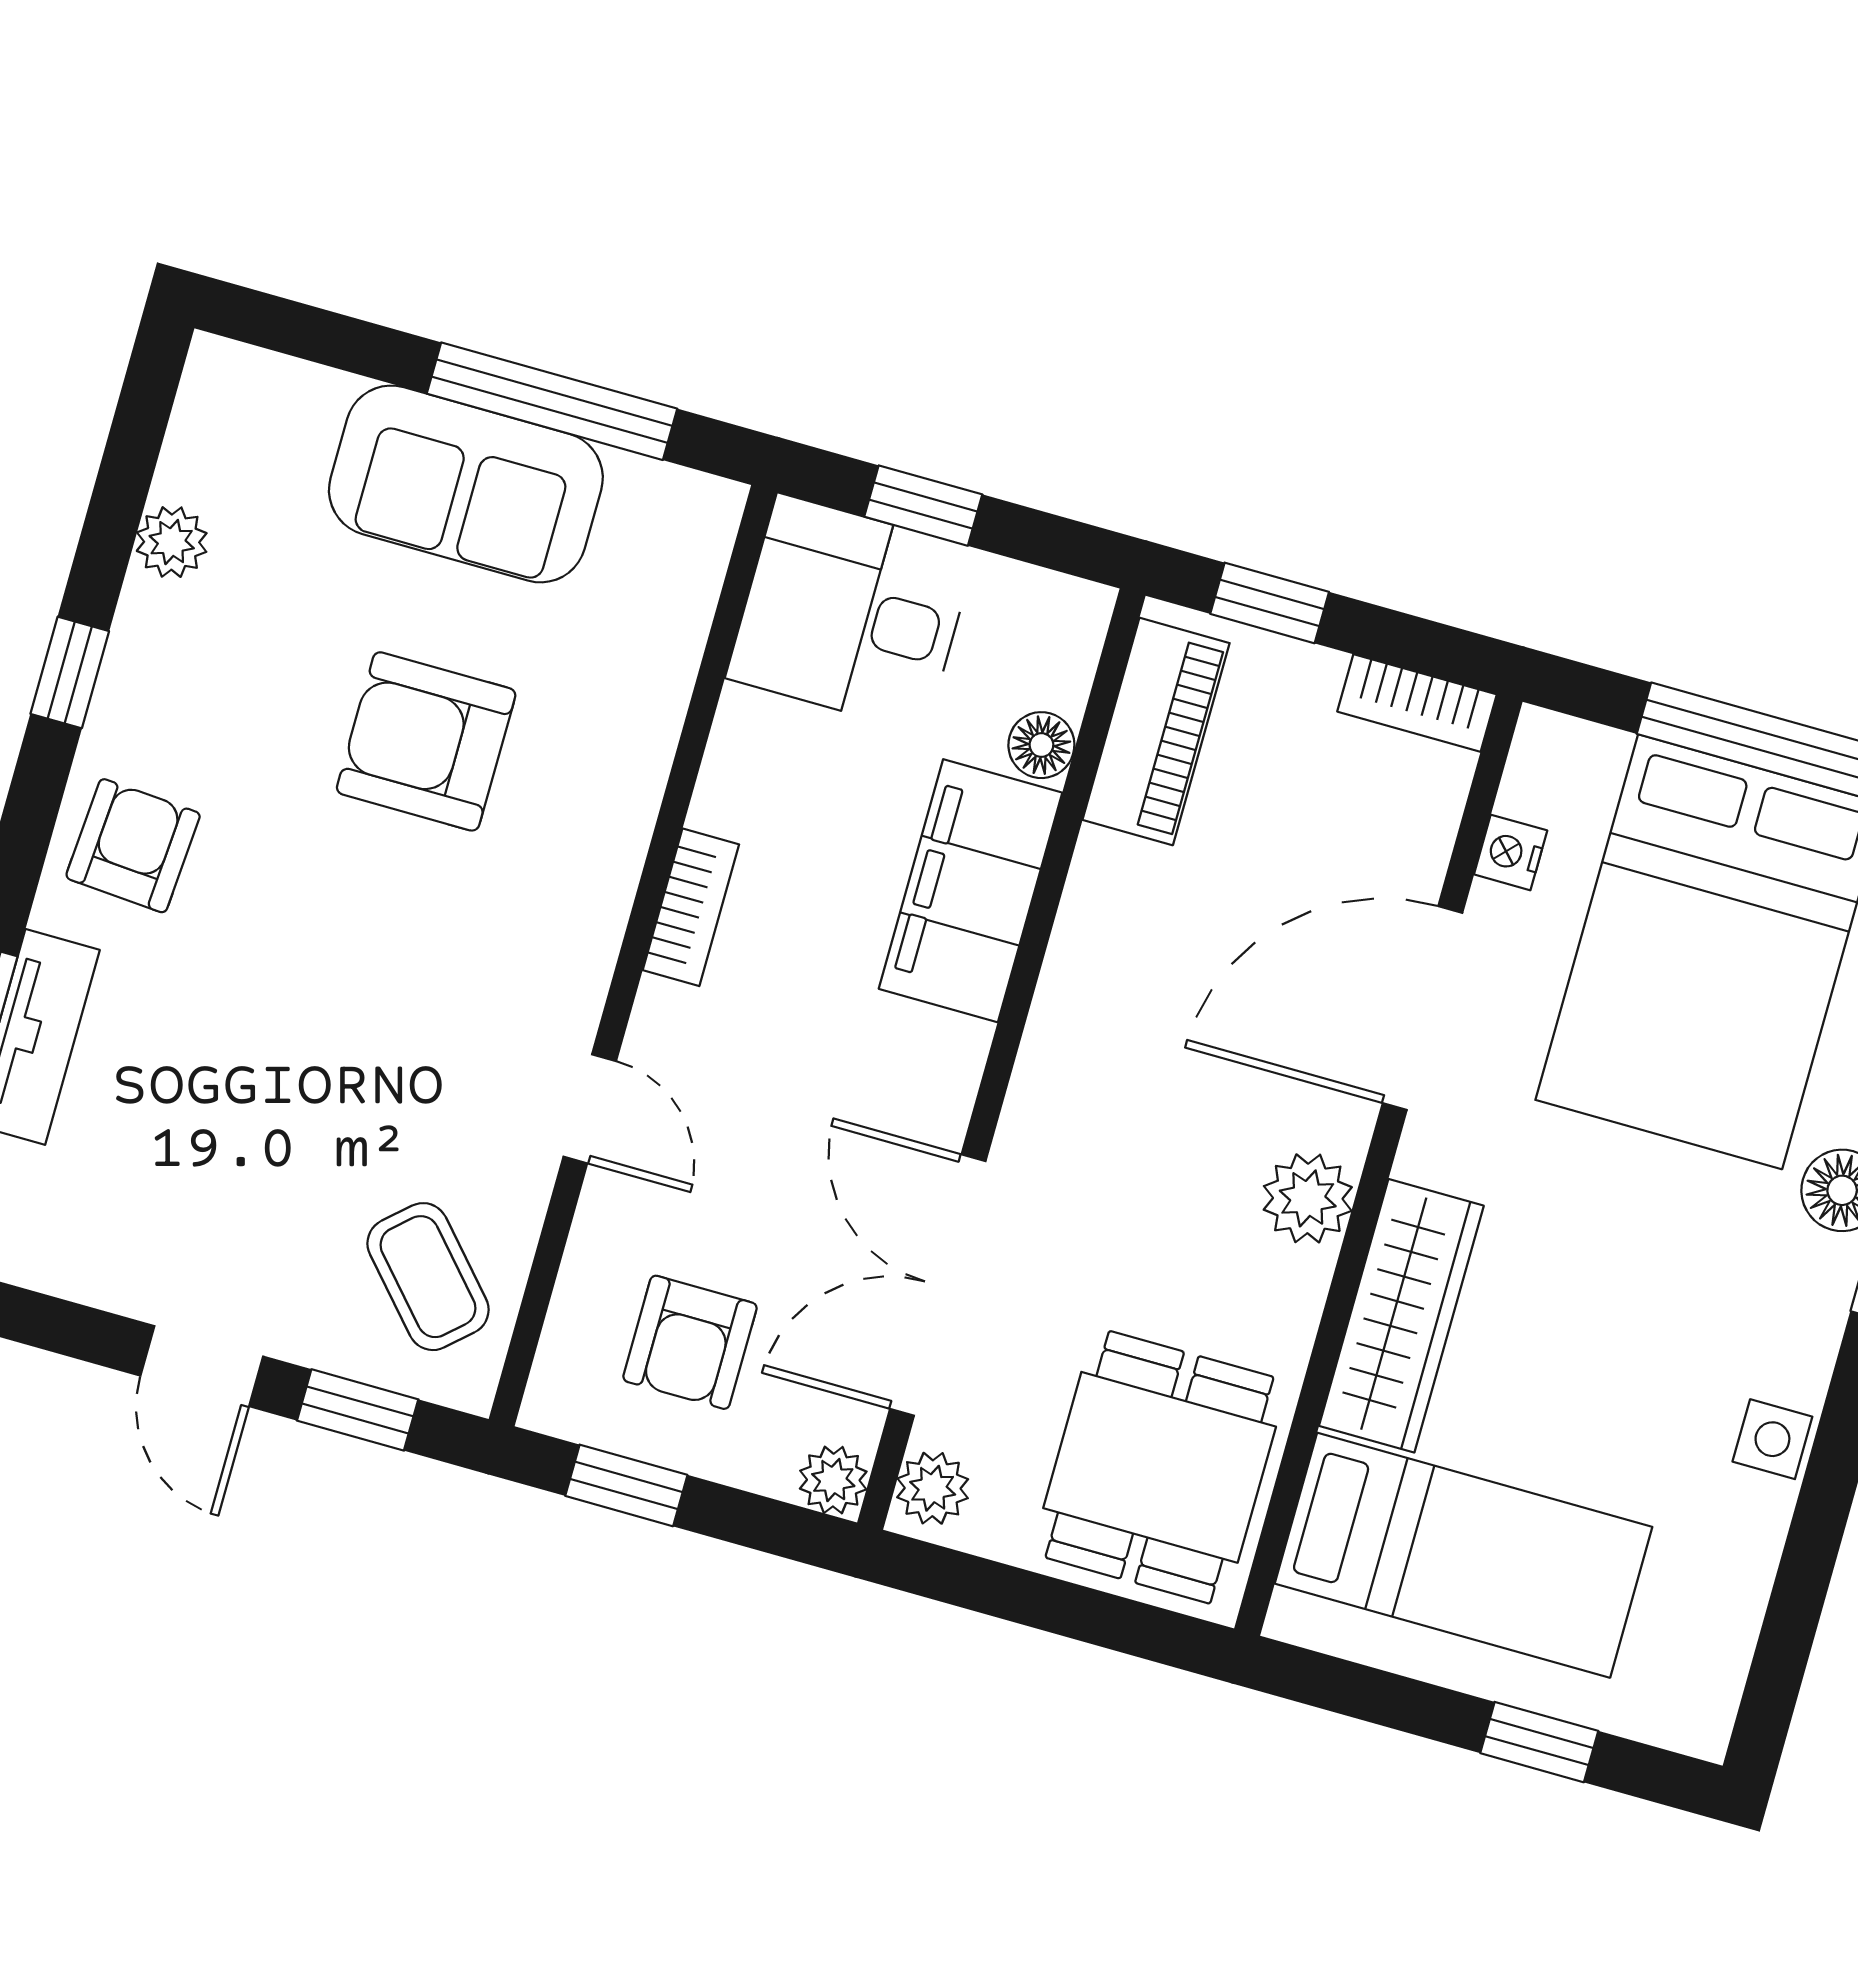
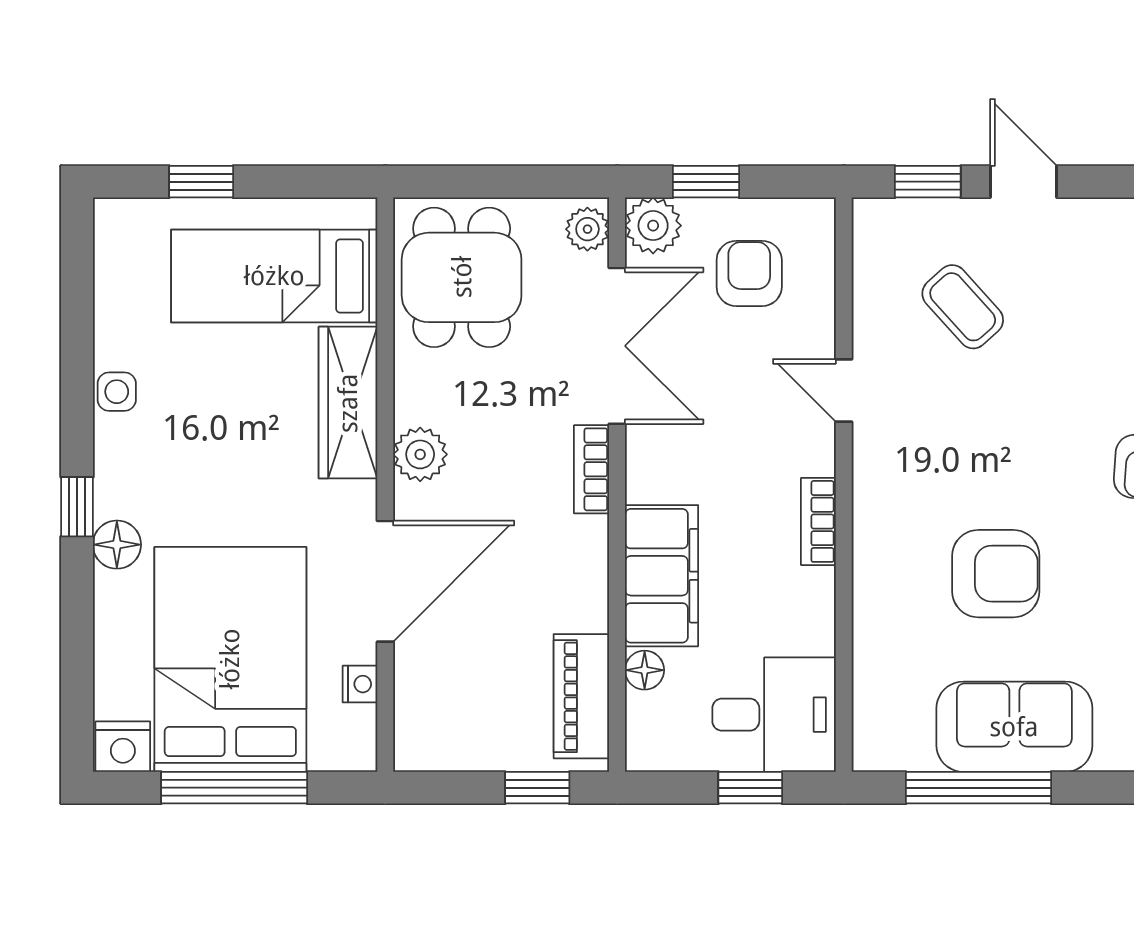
bookcase: (1417, 703) -> (592, 469), moved, turned -90
coffee table: (428, 1277) -> (963, 307), moved
plant: (833, 1480) -> (653, 226), width x1.38, depth x1.38
window: (626, 1485) -> (706, 182), moved

